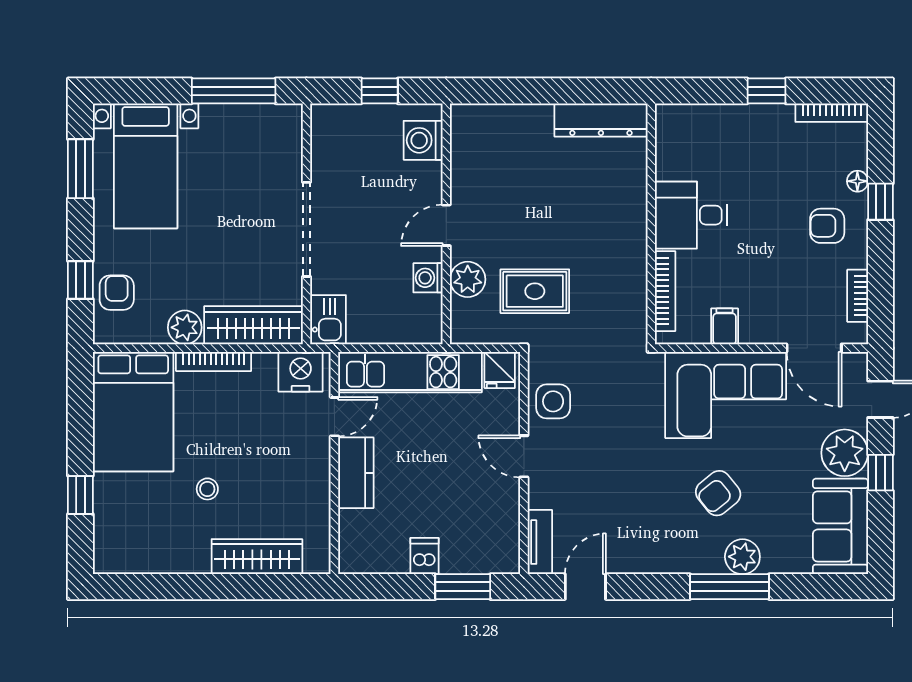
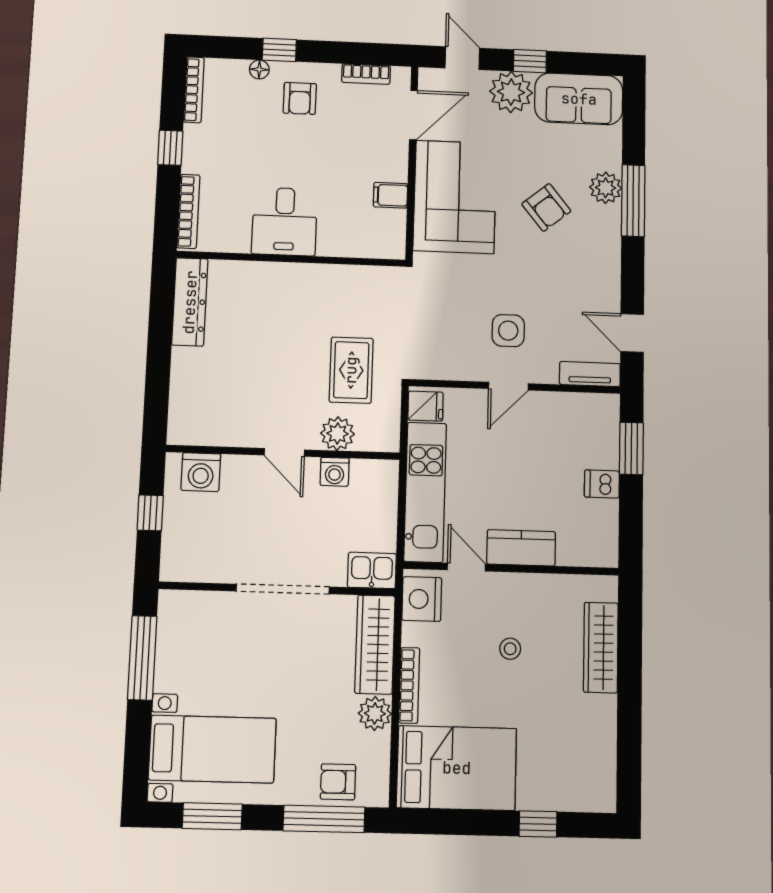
window: (80, 280) -> (324, 819), width x2.17
bookcase: (665, 291) -> (188, 211), moved, turned 90
side table: (553, 401) -> (508, 331), moved
stool: (207, 489) -> (510, 649), moved

